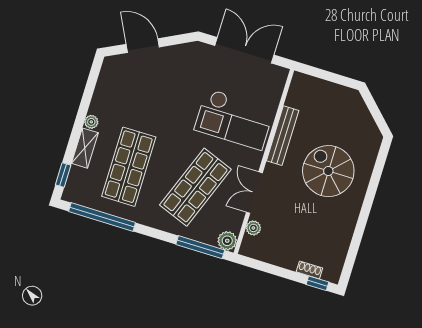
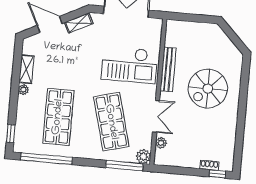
shelving: (181, 52) -> (79, 23), added
shelving: (85, 148) -> (26, 69), moved
spiral stairs: (328, 171) -> (208, 89), turned -90
shop shelf: (195, 187) -> (111, 122), turned -36
double door: (254, 193) -> (156, 116), swing flipped

